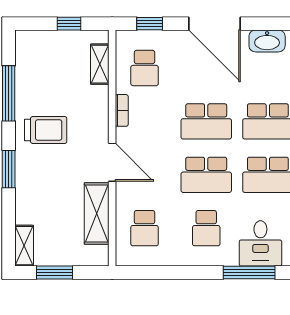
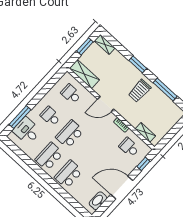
window: (69, 24) -> (170, 135), removed
school desk: (206, 121) -> (89, 152), removed
shelving: (97, 213) -> (84, 74), moved

